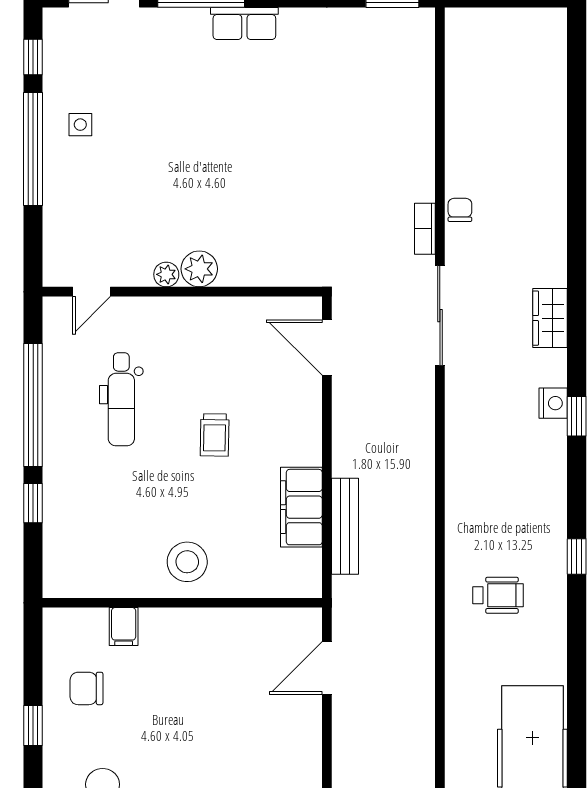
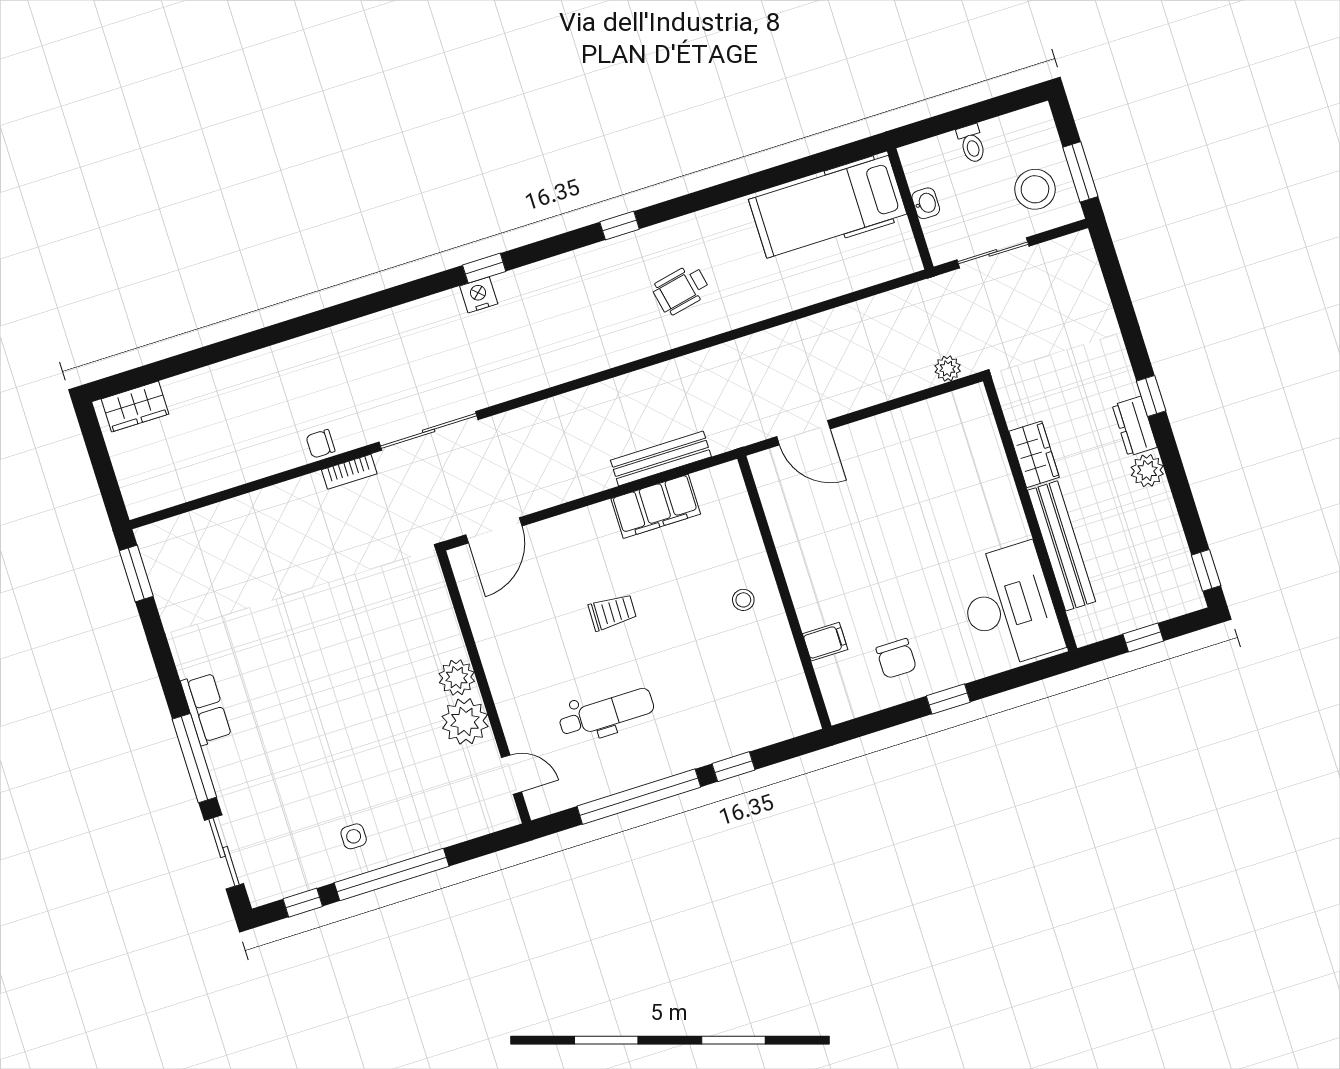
plant: (166, 274) -> (465, 721), width x1.88, depth x1.88
wardrobe: (550, 318) -> (135, 407), moved
stool: (187, 562) -> (743, 600), width x0.53, depth x0.53
wheelchair: (498, 595) -> (681, 290), turned -102

